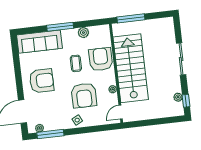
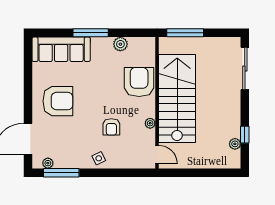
sliding door: (181, 59) -> (245, 68), moved
coffee table: (76, 63) -> (106, 84), removed
armchair: (84, 95) -> (111, 127), width x0.53, depth x0.53
window: (186, 101) -> (245, 135), moved
door: (121, 112) -> (157, 155), swing flipped

